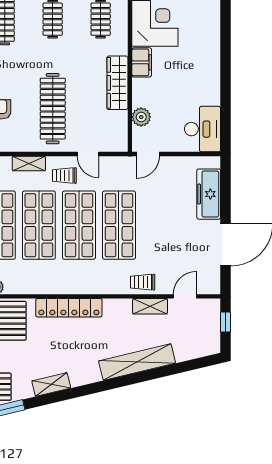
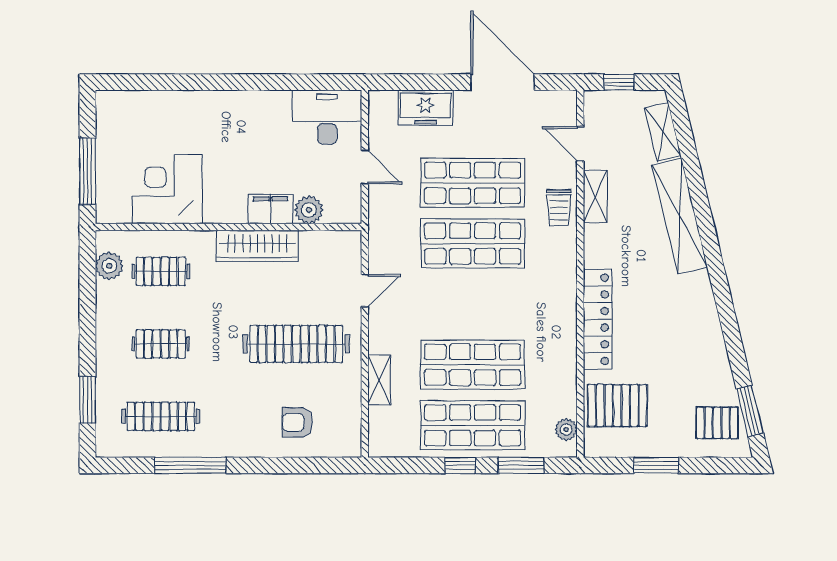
filing cabinet: (142, 62) -> (271, 209), moved
door: (148, 154) -> (365, 167), moved
trolley: (64, 176) -> (397, 326), removed
freezer: (209, 194) -> (425, 108), width x0.71
shop shelf: (79, 225) -> (473, 183), moved
shelving: (51, 384) -> (663, 132), moved

